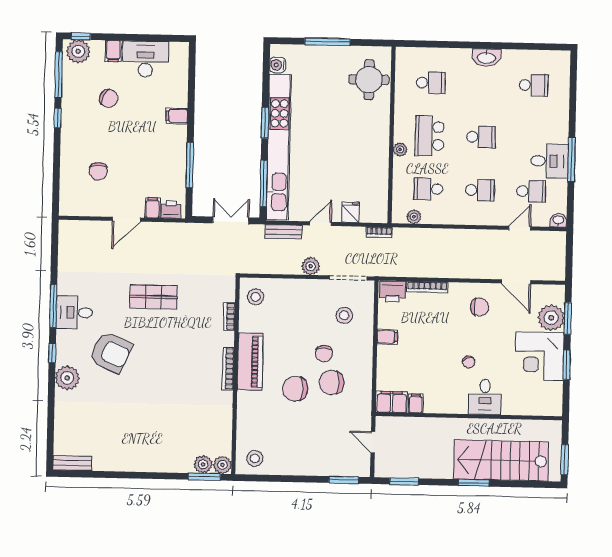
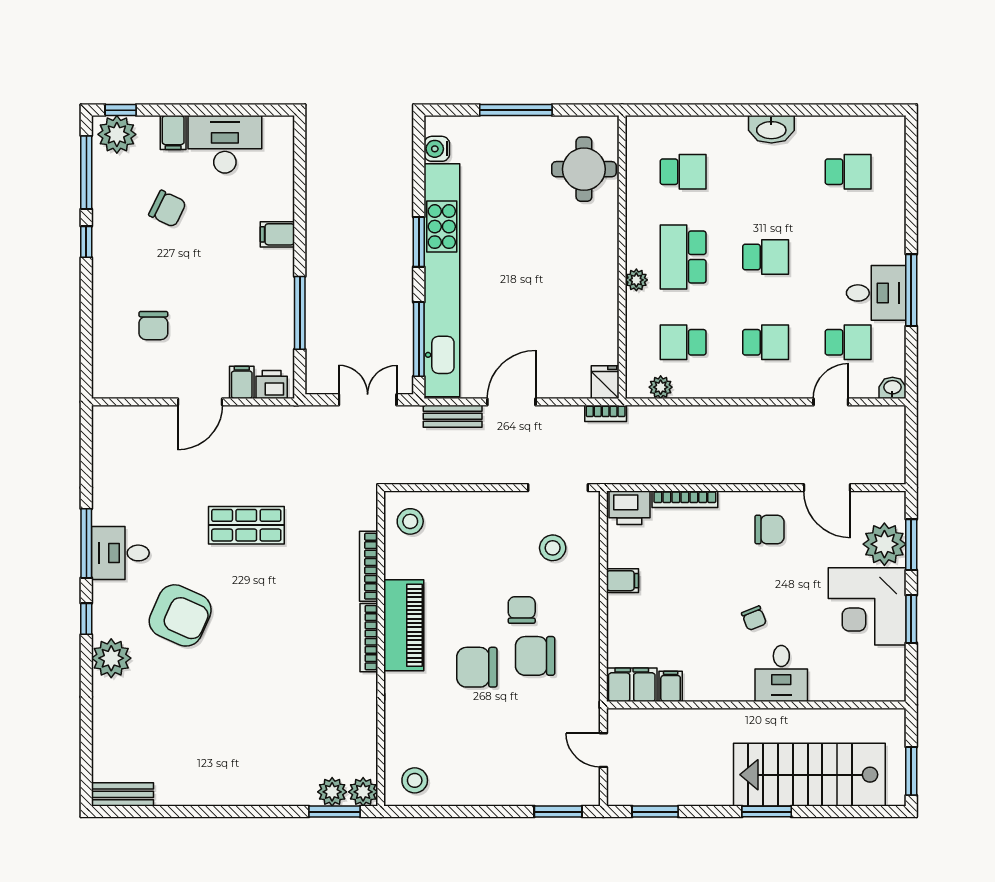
fridge: (351, 212) -> (605, 382), moved
door: (320, 224) -> (511, 402), width x1.38
plant: (311, 266) -> (497, 470), removed
bookcase: (229, 316) -> (369, 566), width x1.56
chair: (324, 354) -> (522, 610), turned 180

